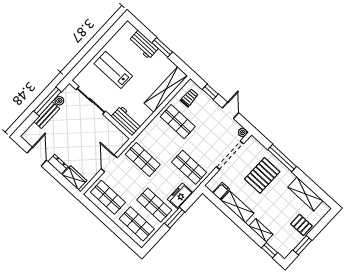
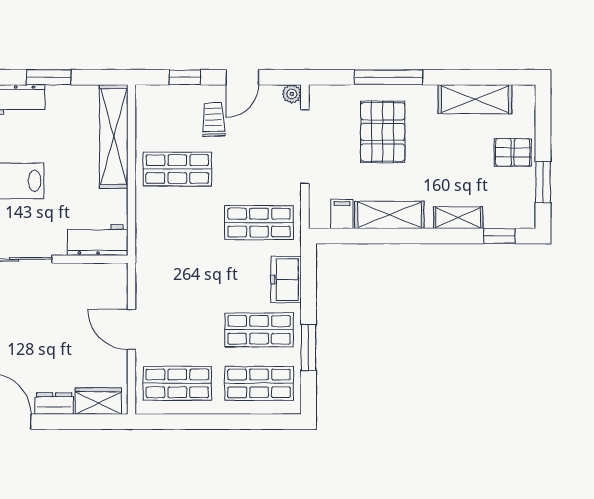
trolley: (189, 98) -> (213, 119), moved
door: (230, 110) -> (242, 77), swing flipped
shop shelf: (143, 159) -> (177, 276), removed
window: (175, 218) -> (309, 347), moved

